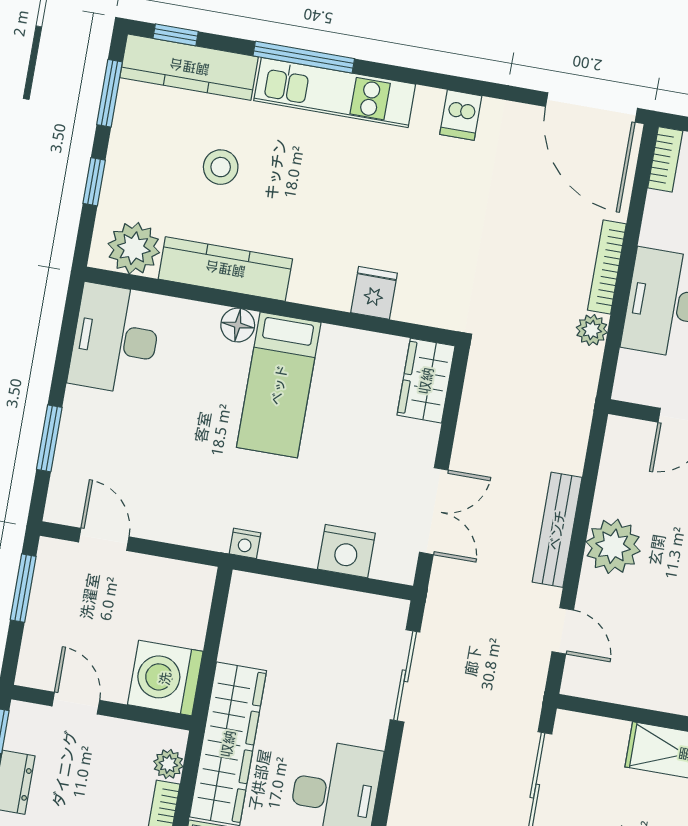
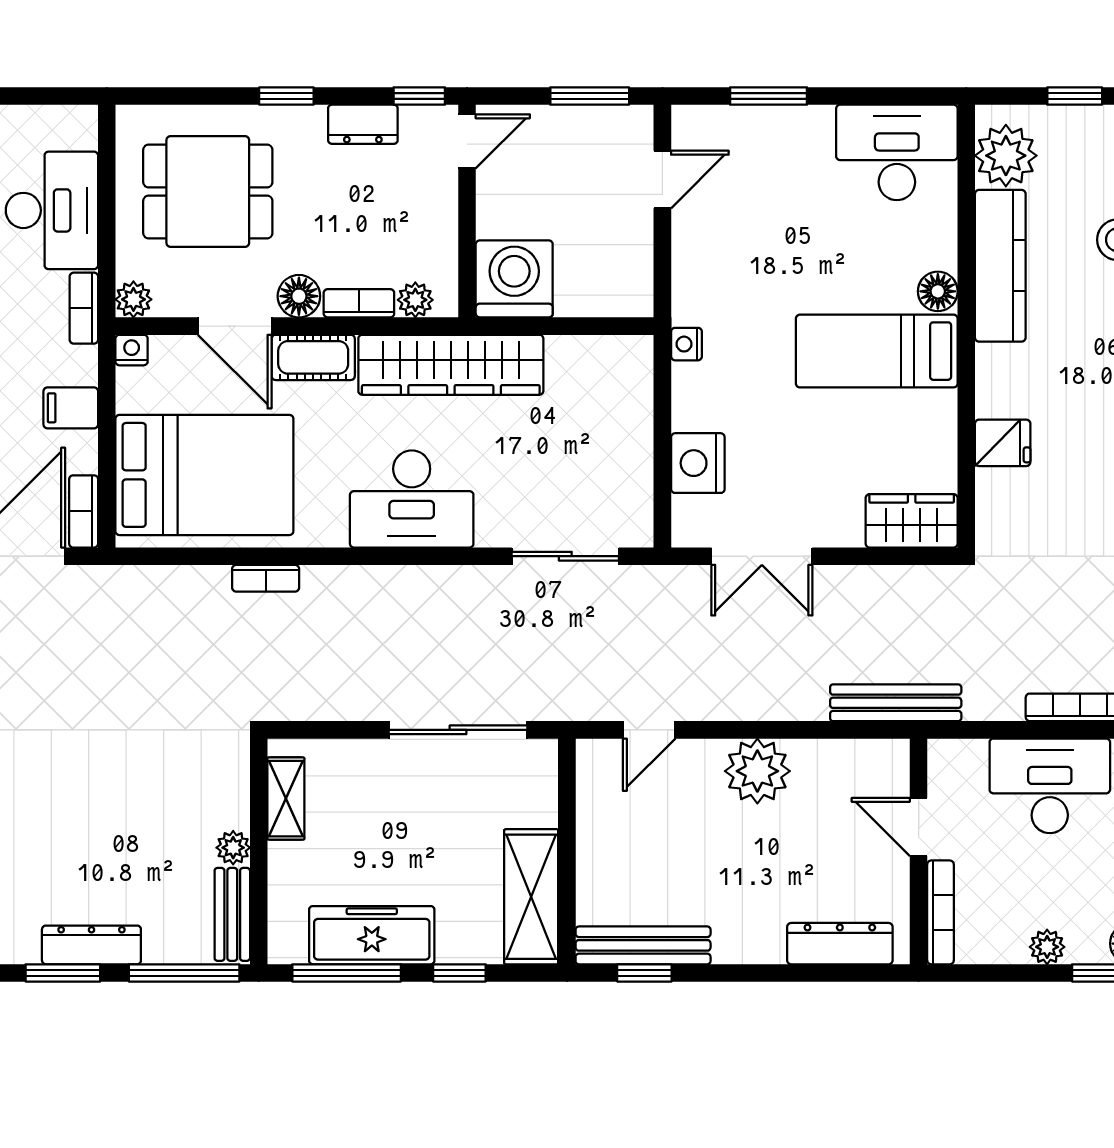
plant: (592, 330) -> (1004, 703), removed
bench: (557, 530) -> (896, 703), moved
door: (76, 703) -> (467, 141), moved

